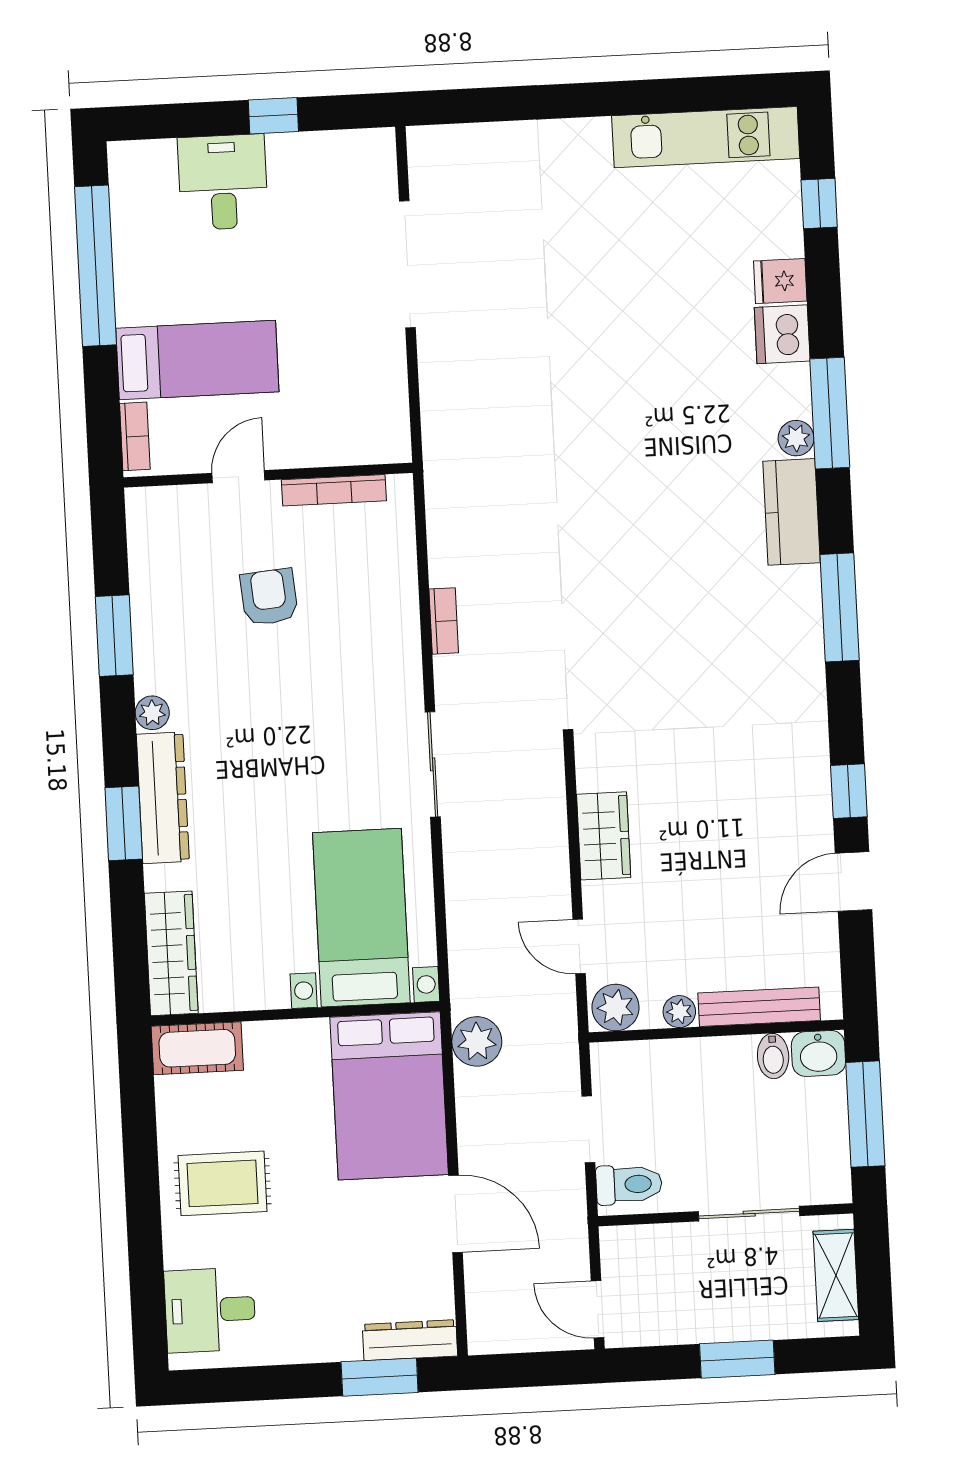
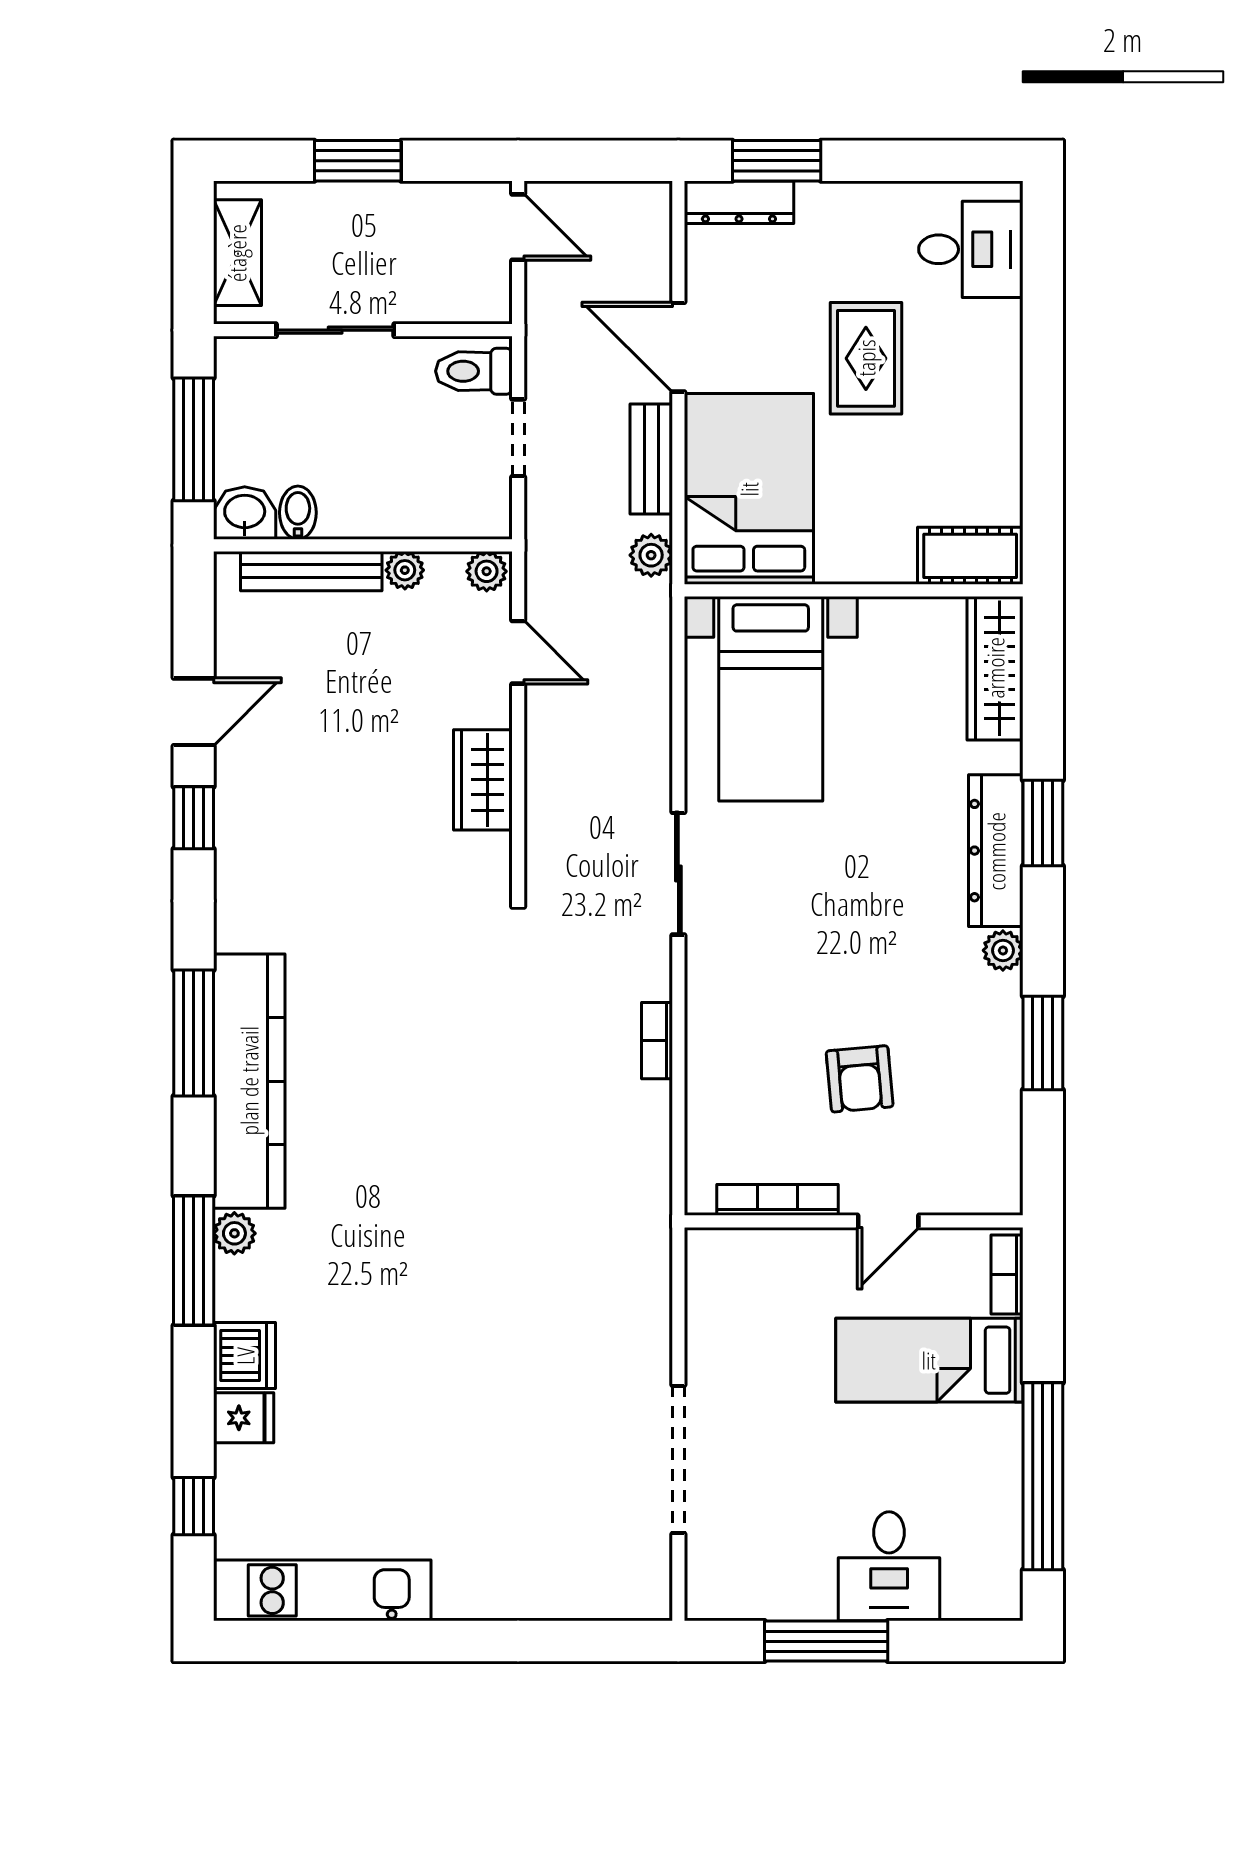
window: (273, 116) -> (826, 1641), width x2.17
kitchen counter: (791, 512) -> (249, 1081), width x2.08, depth x1.17
plant: (616, 1007) -> (487, 571), width x0.73, depth x0.73
plant: (477, 1041) -> (651, 555), width x0.73, depth x0.73
bench: (474, 1117) -> (651, 459), added
rug: (223, 1183) -> (866, 358), moved, turned 90

